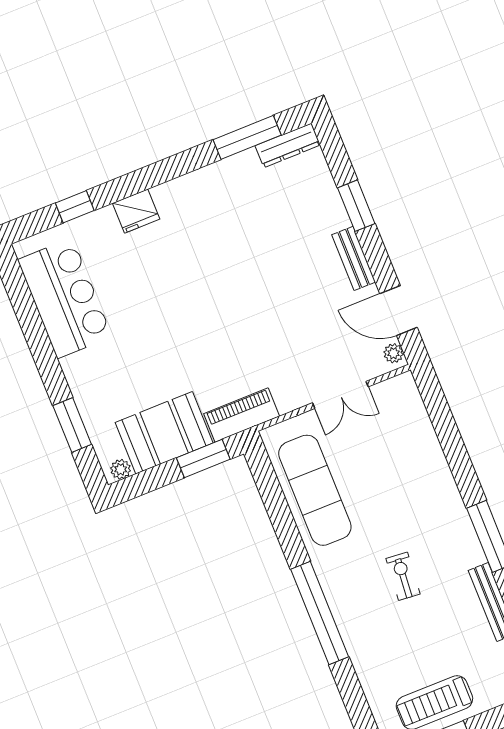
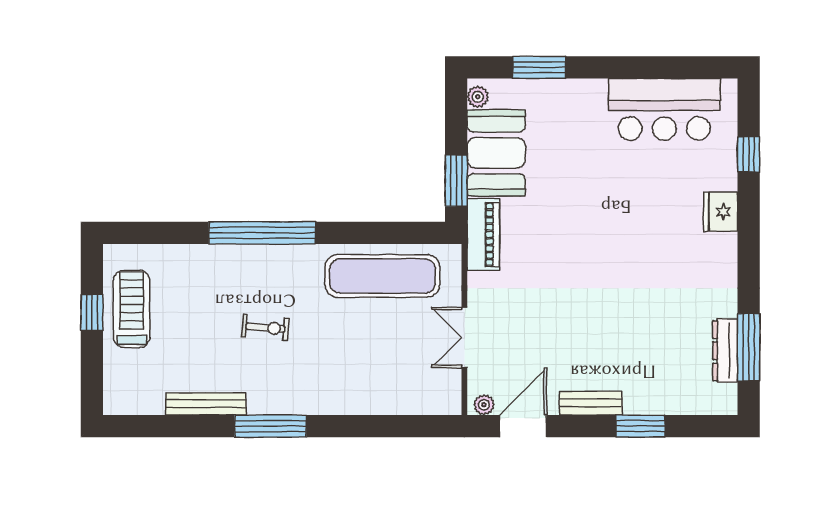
dresser: (288, 145) -> (725, 351), moved

